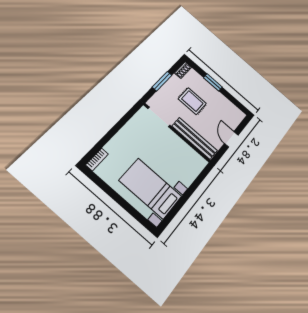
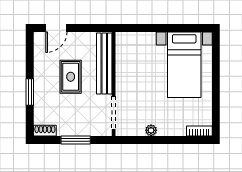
rug: (192, 101) -> (71, 77), moved
plant: (127, 129) -> (151, 130), added
door: (231, 139) -> (56, 28), moved

